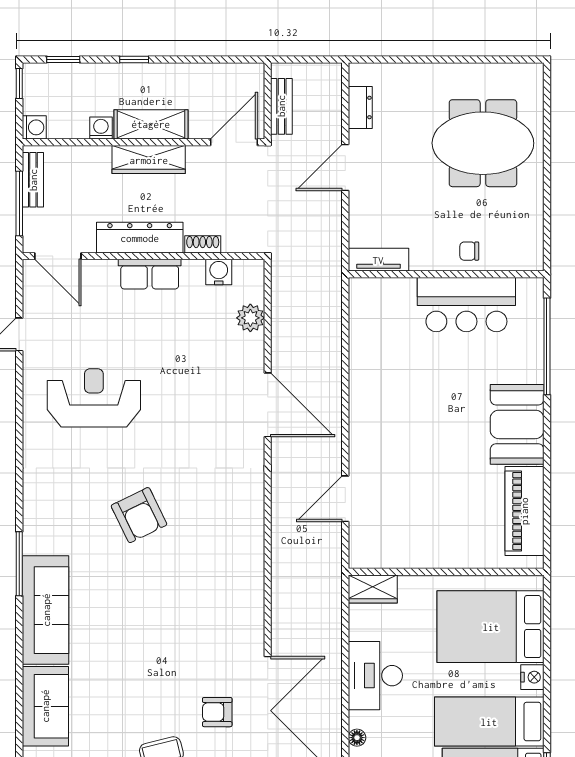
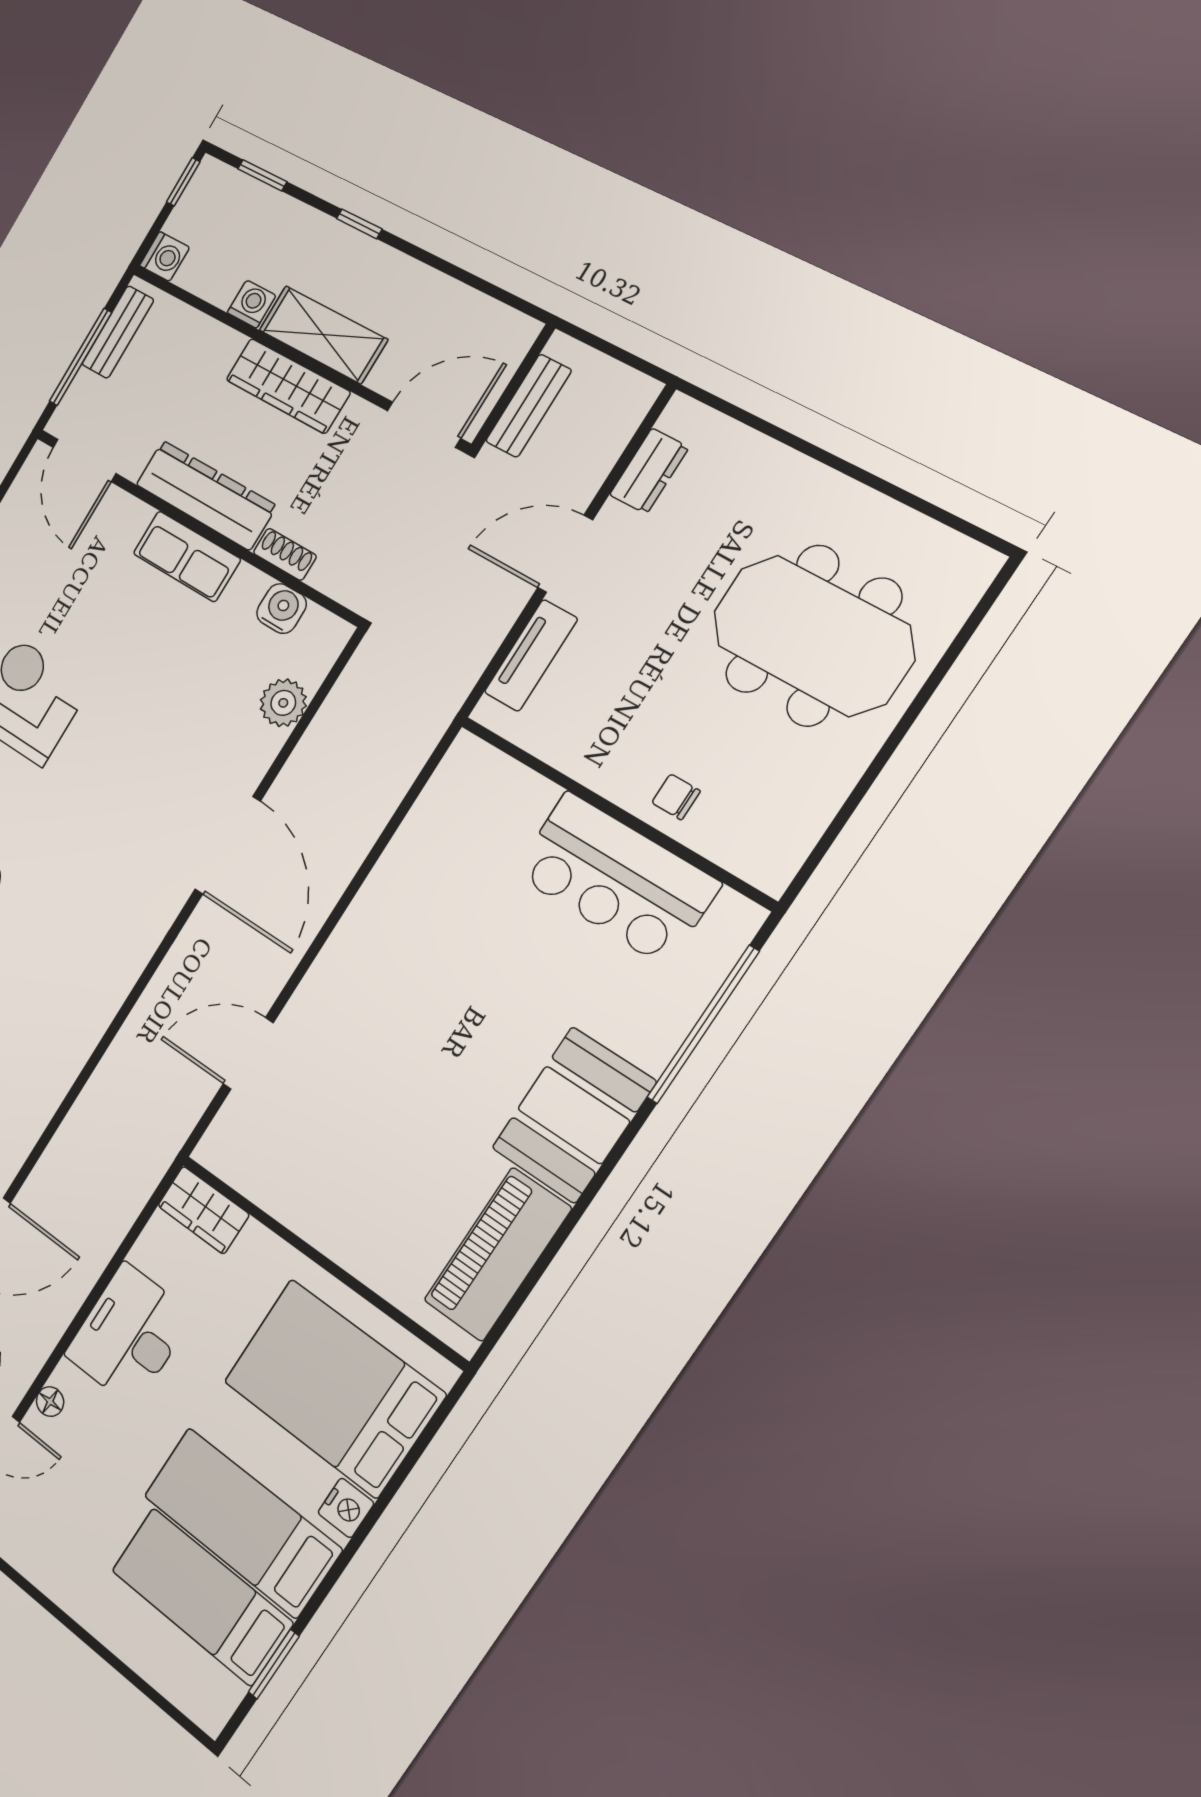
tv unit: (378, 260) -> (531, 655), moved, turned 90

